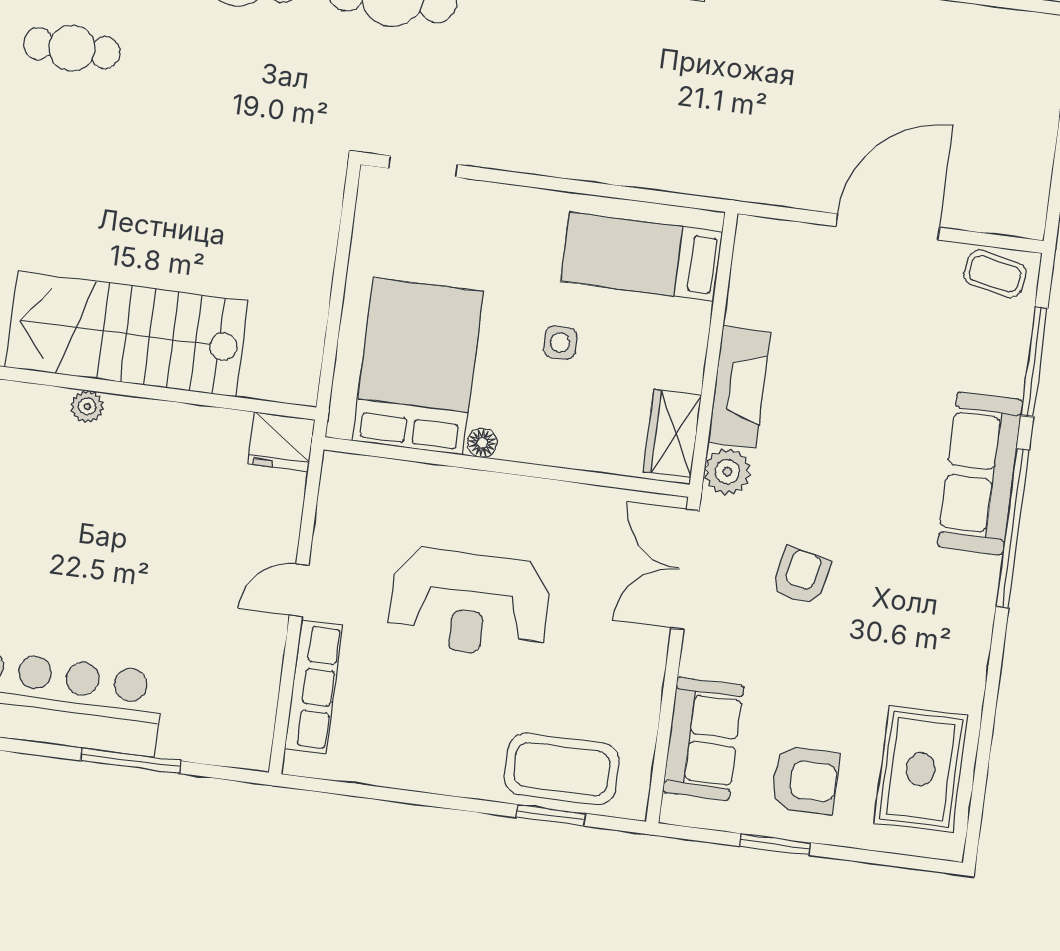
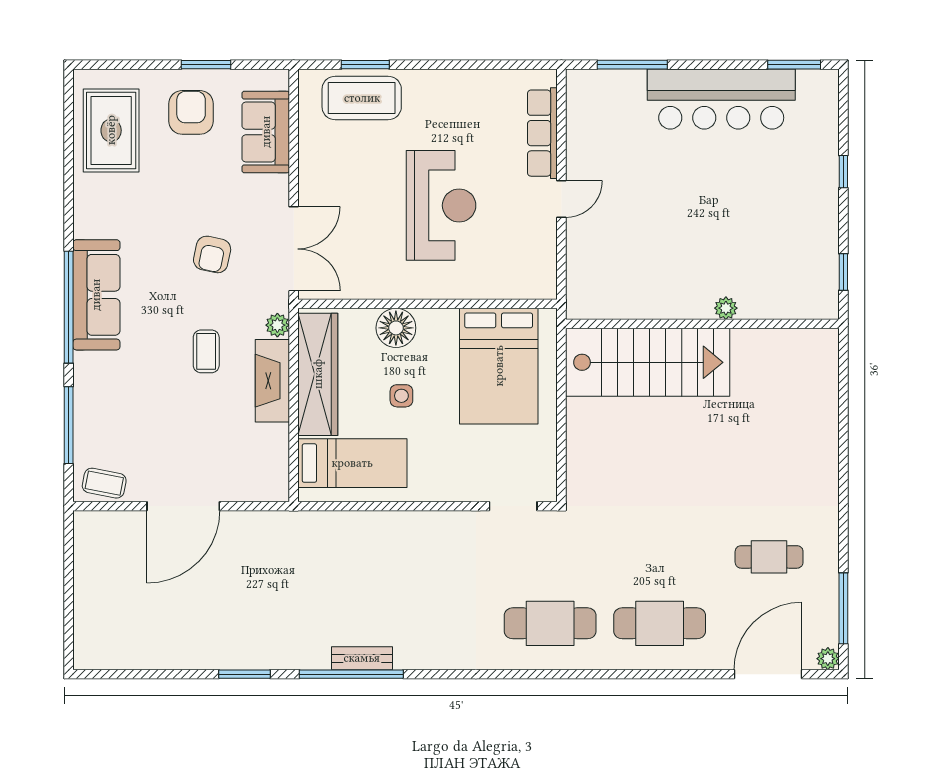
stairs: (126, 334) -> (648, 362), moved
wardrobe: (672, 433) -> (318, 374), width x2.10, depth x1.17
coffee table: (827, 441) -> (206, 351), added
fridge: (281, 442) -> (587, 301), removed
floor lamp: (482, 443) -> (396, 328), moved, width x1.89, depth x1.89
plant: (727, 472) -> (277, 325), width x0.73, depth x0.73
sofa: (980, 473) -> (96, 295), moved
reception desk: (469, 603) -> (441, 205), turned 90
window: (131, 761) -> (632, 65), moved
armchair: (805, 780) -> (191, 112), turned 90

